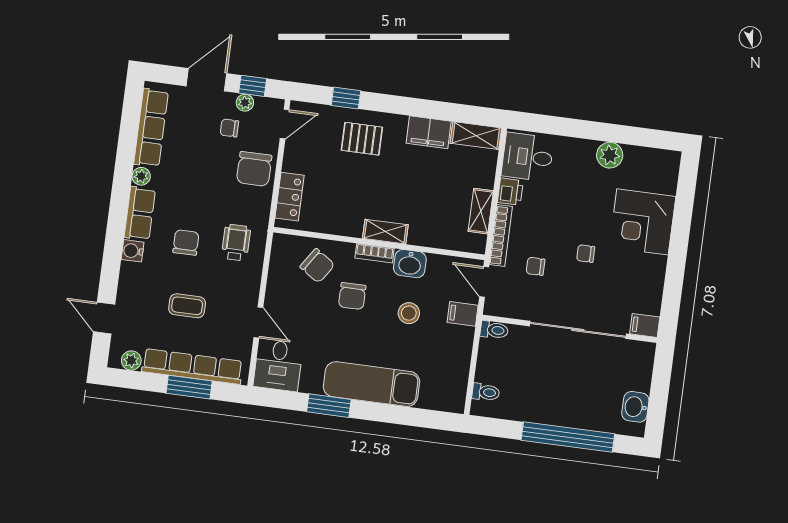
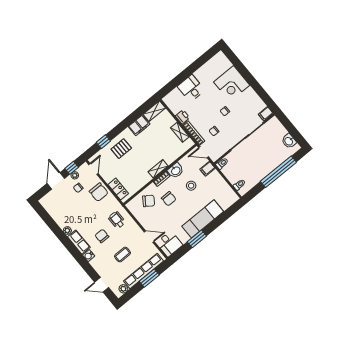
row of seats: (151, 128) -> (55, 213), removed
plant: (610, 155) -> (201, 74), removed
desk: (528, 157) -> (191, 88), moved, turned 90

